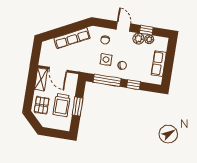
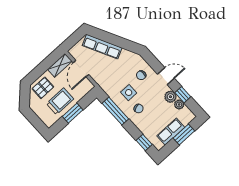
door: (123, 26) -> (166, 76), hinge flipped
row of seats: (72, 38) -> (102, 47), moved
window: (170, 58) -> (184, 134), added
window: (133, 85) -> (144, 142), moved
trolley: (62, 105) -> (60, 101), turned 180

